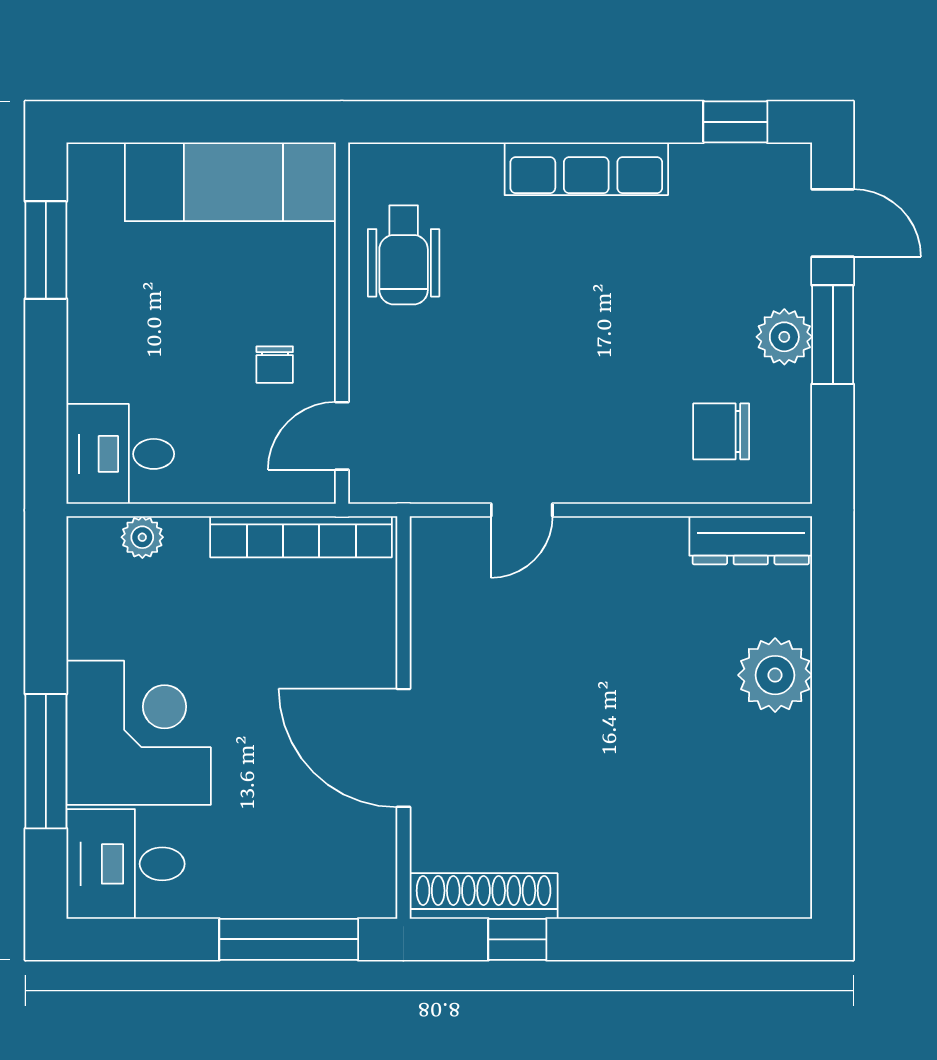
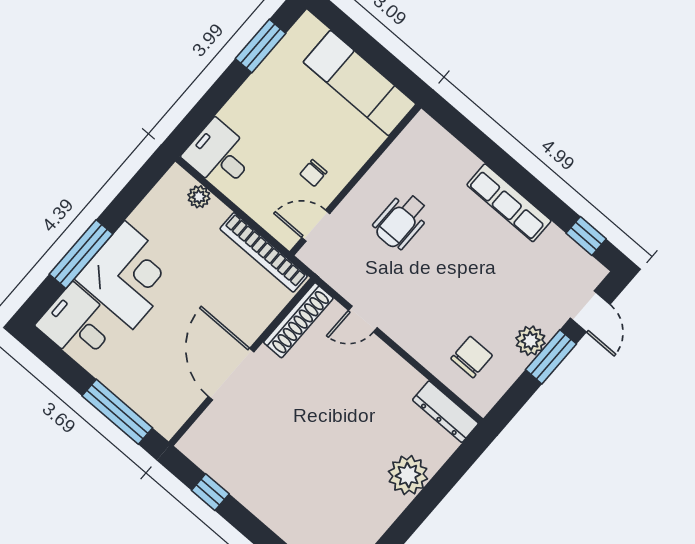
wheelchair: (404, 255) -> (401, 221), moved
chair: (721, 431) -> (472, 357), turned 90
shoe rack: (484, 896) -> (298, 320), moved, turned 90

